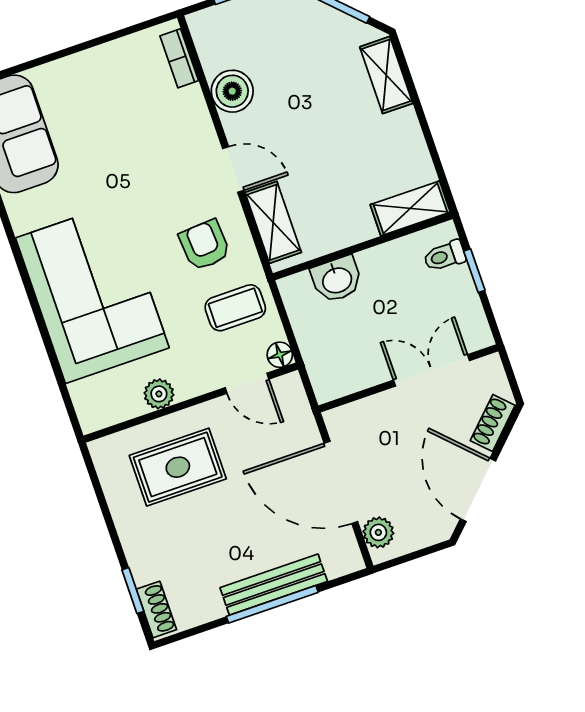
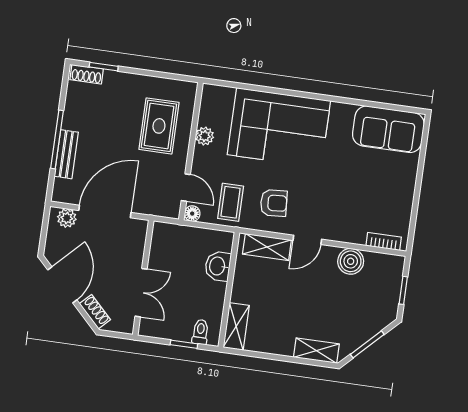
door: (247, 383) -> (186, 188), swing flipped
door: (478, 490) -> (62, 285), hinge flipped
bench: (274, 585) -> (66, 154), width x0.73

